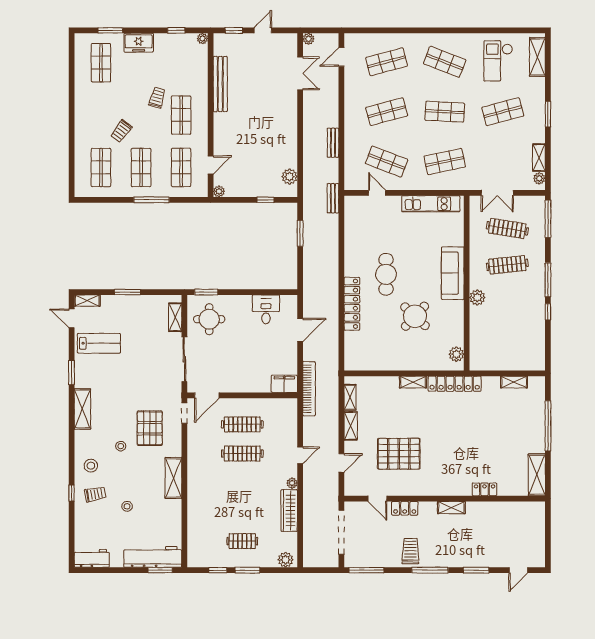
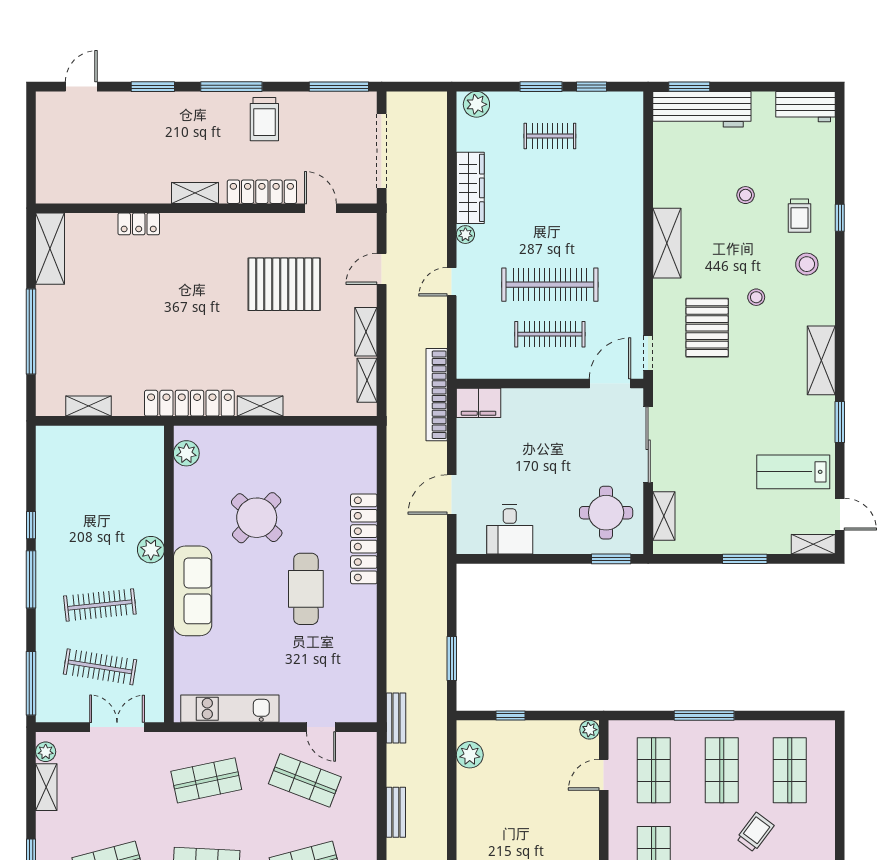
clothes rail: (242, 454) -> (550, 285), width x1.37, depth x1.31
trolley: (95, 494) -> (800, 216), turned -79
locker: (405, 508) -> (262, 192), width x1.53

